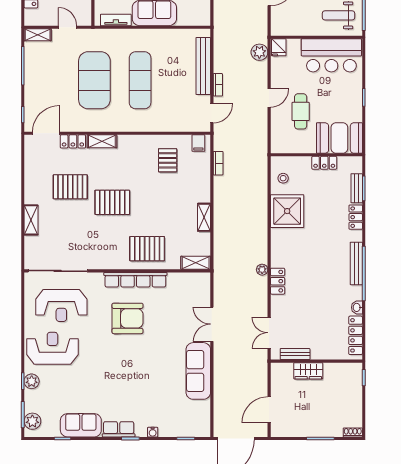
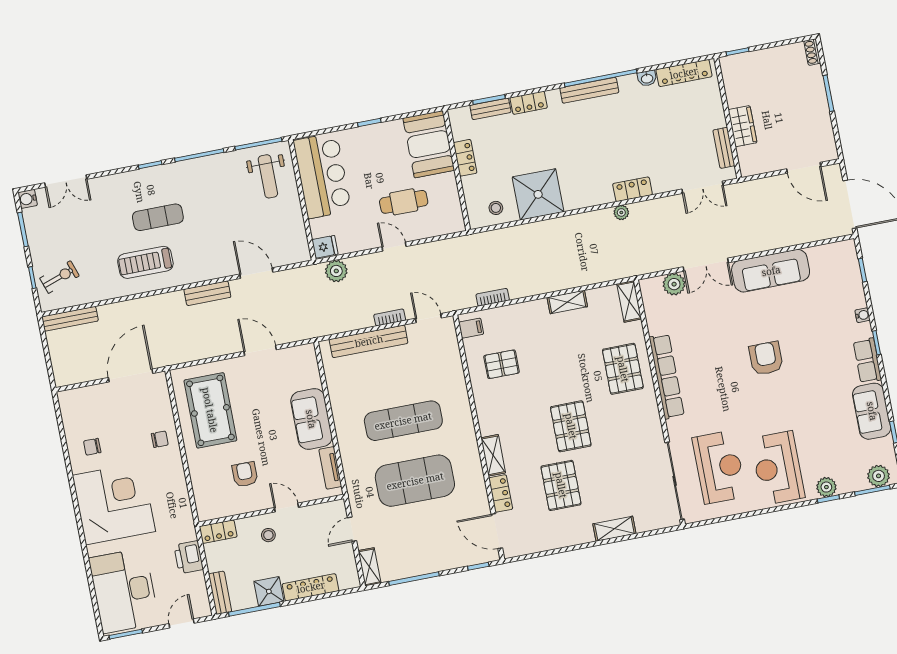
plant: (202, 298) -> (674, 284), added
armchair: (127, 318) -> (766, 358), moved, width x0.73, depth x0.73

